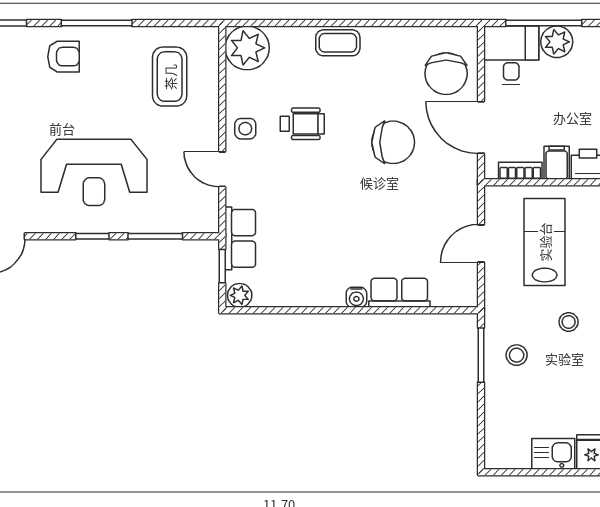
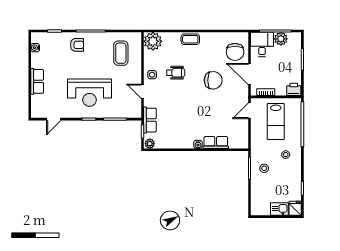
filing cabinet: (557, 163) -> (281, 89), removed
lab bench: (545, 242) -> (276, 121), turned 180
door: (481, 243) -> (249, 111), moved

